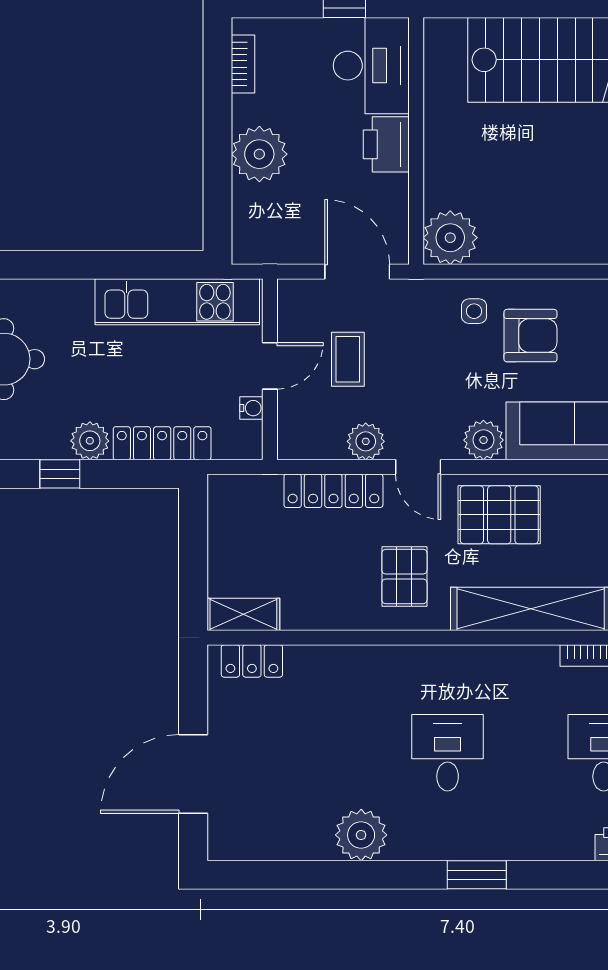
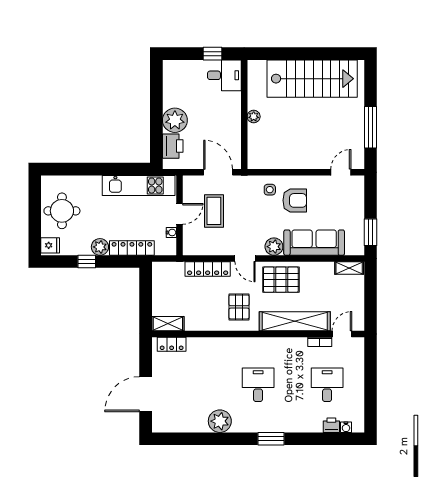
bookcase: (243, 64) -> (168, 80), removed
desk: (371, 66) -> (224, 75), width x0.73
printer: (386, 144) -> (173, 146), moved, turned 180
plant: (450, 238) -> (254, 117), moved, width x0.53, depth x0.53
coffee table: (348, 359) -> (214, 211), width x1.36, depth x1.30
plant: (366, 441) -> (222, 247), removed

